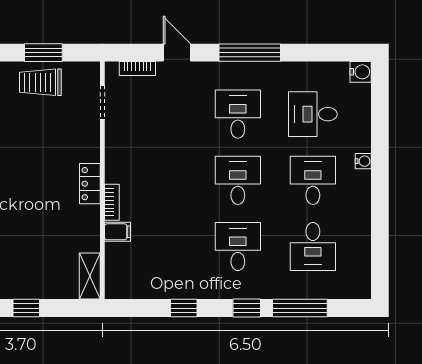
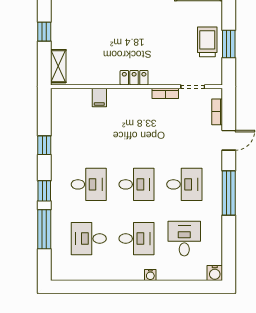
bookcase: (112, 202) -> (165, 93), moved
shelving: (90, 276) -> (58, 66), moved, turned 90

